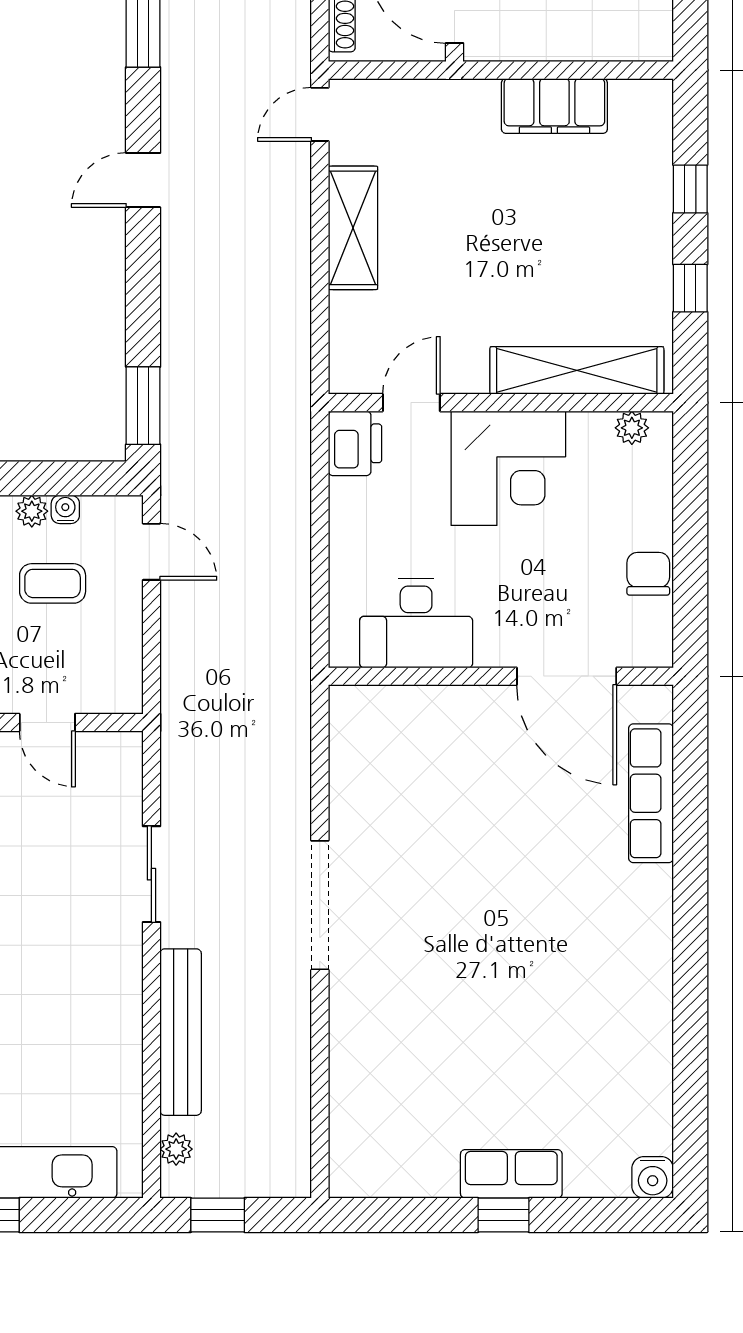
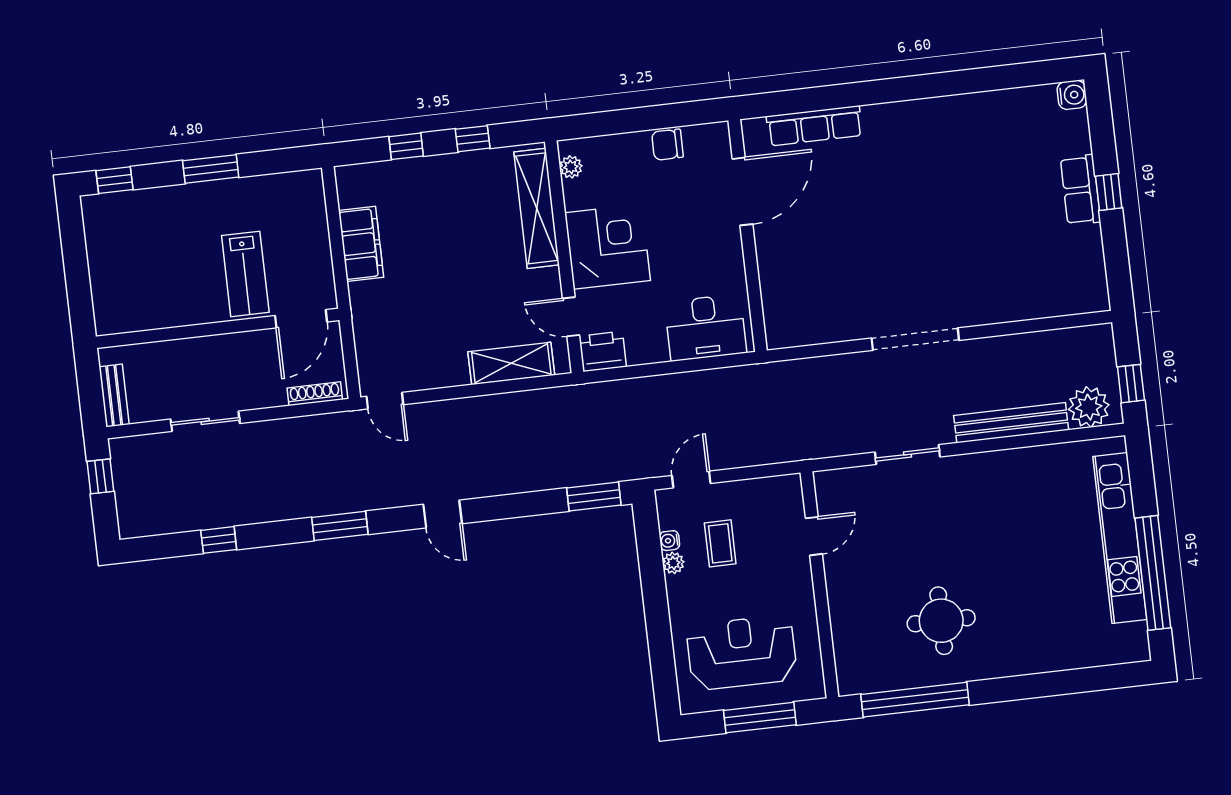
shelving: (353, 228) -> (511, 363), moved
desk: (416, 623) -> (705, 328), moved, turned 90
plant: (176, 1149) -> (1089, 407), width x1.87, depth x1.87

